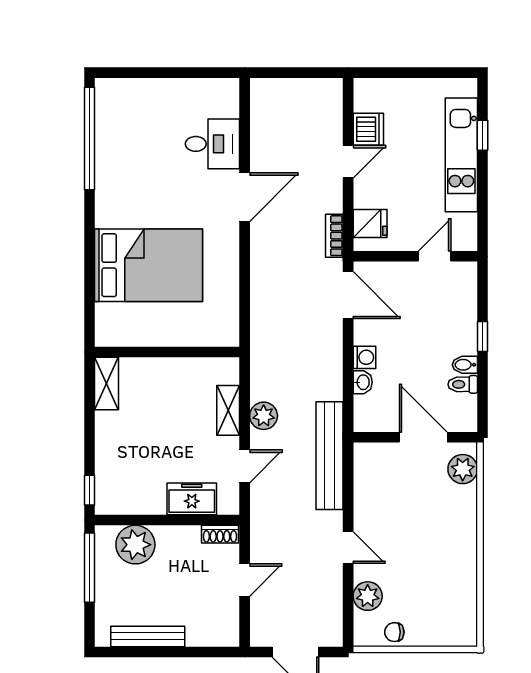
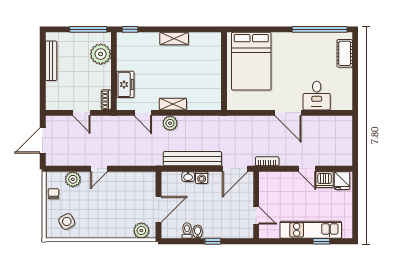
cot: (134, 92) -> (345, 53), added
fridge: (370, 223) -> (342, 181), moved
wall: (167, 352) -> (224, 71), moved
shelving: (107, 384) -> (174, 38), moved
bench: (329, 456) -> (192, 159), moved
side table: (446, 607) -> (67, 221), added

